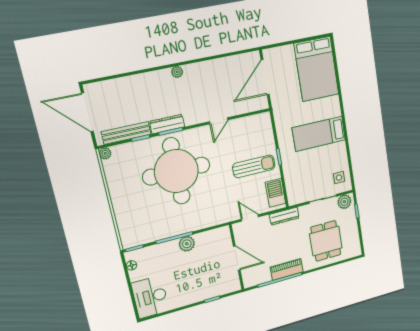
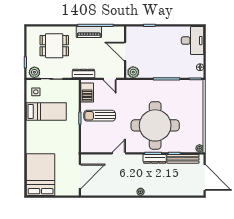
bed: (319, 134) -> (46, 111), moved
dining table: (326, 241) -> (54, 46), turned 90
plant: (187, 244) -> (133, 72), moved

